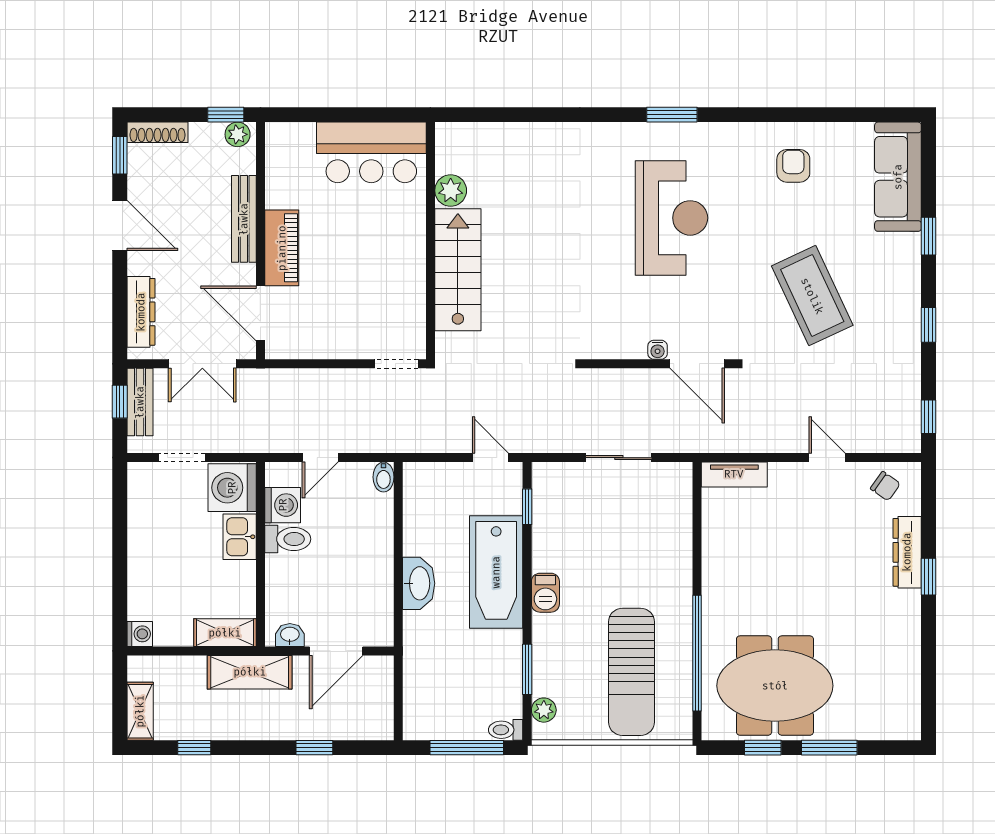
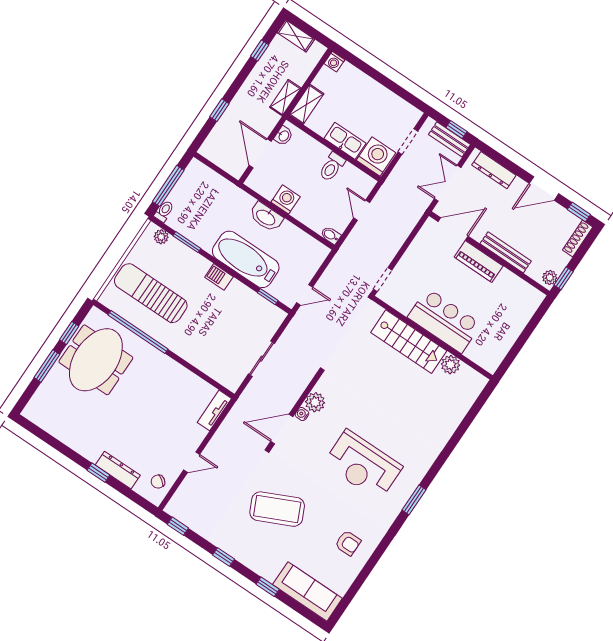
bar counter: (371, 152) -> (444, 321), moved, turned 90
plant: (629, 343) -> (315, 402), added
washing machine: (283, 505) -> (286, 199), moved, turned 180
kitchen sink: (240, 537) -> (345, 141), width x1.38
shelving: (250, 672) -> (285, 98), width x0.67, depth x0.75

